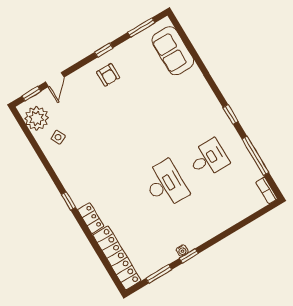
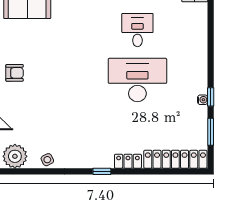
side table: (58, 137) -> (47, 160), moved
desk: (165, 184) -> (137, 80), width x1.36, depth x1.30

